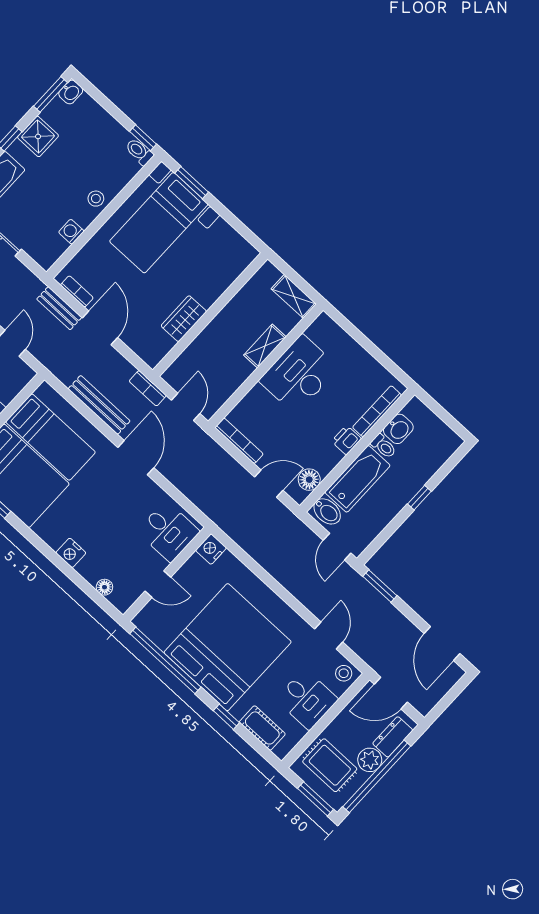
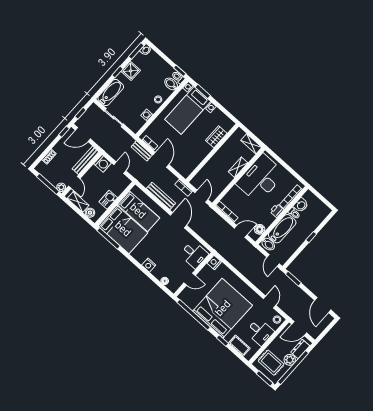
bidet: (124, 166) -> (171, 84), added
wardrobe: (184, 319) -> (216, 137), moved
desk: (299, 374) -> (261, 178), width x1.36, depth x1.30

